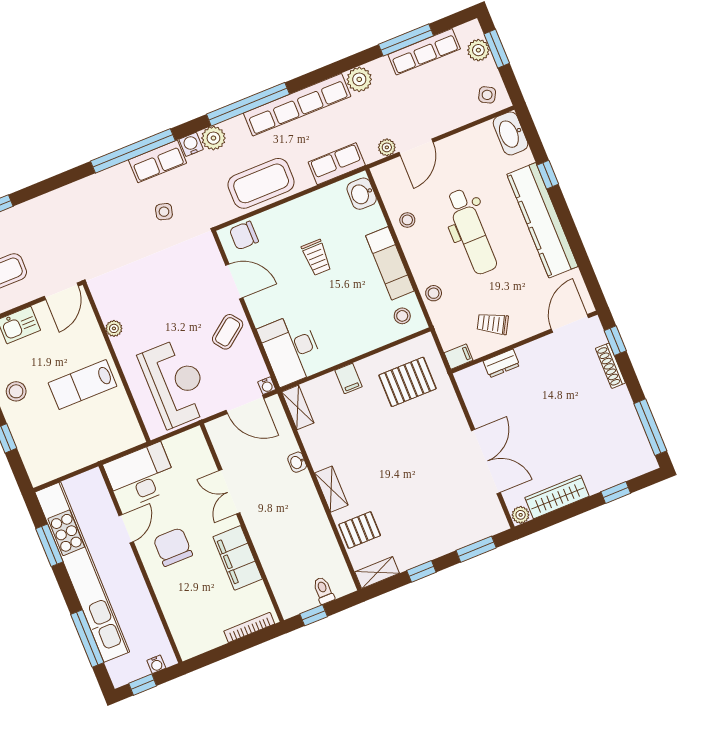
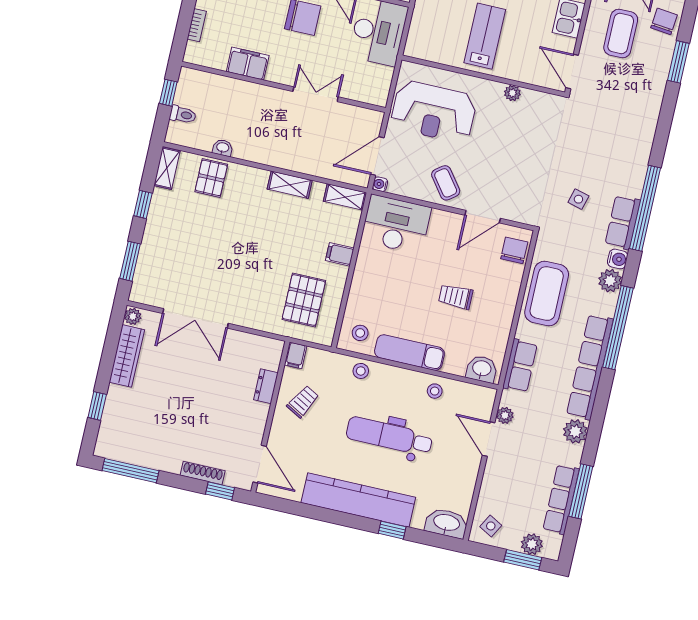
washbasin: (297, 462) -> (223, 148), moved
shelving: (331, 489) -> (290, 185), moved
filing cabinet: (238, 558) -> (248, 64), width x0.67, depth x0.86
bookcase: (249, 627) -> (197, 25), width x0.64

